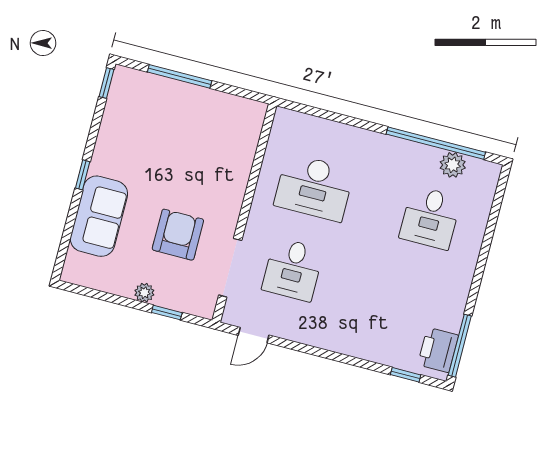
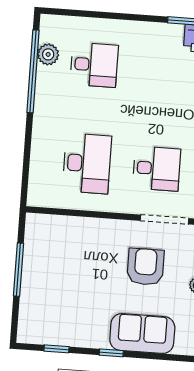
window: (180, 76) -> (18, 270), moved
window: (106, 83) -> (56, 349), moved
armchair: (178, 235) -> (145, 267), turned 90

